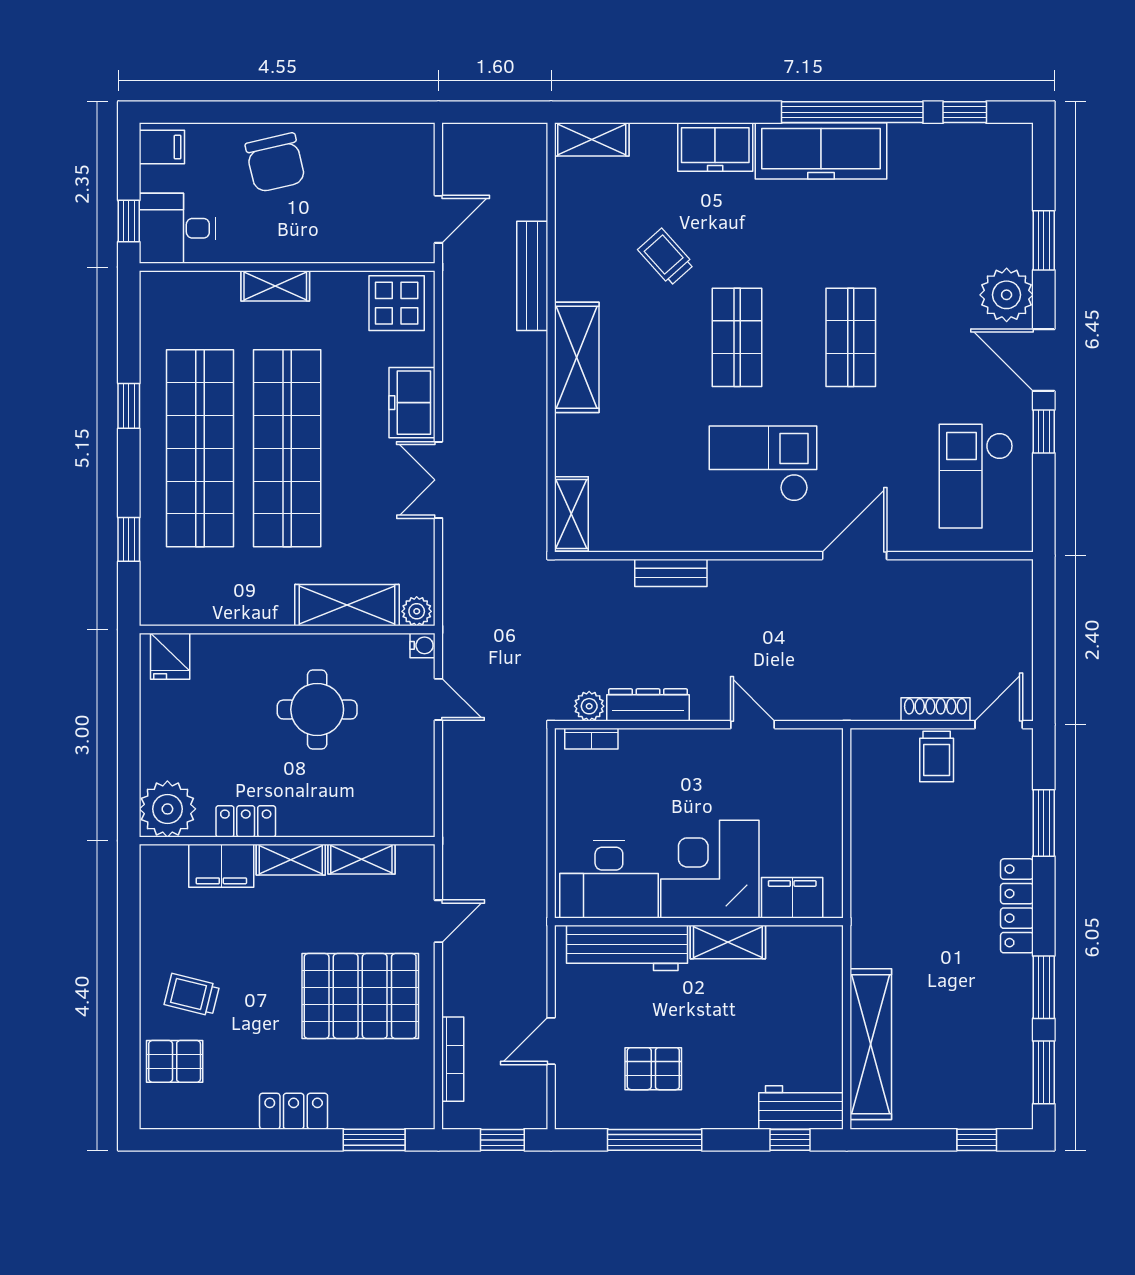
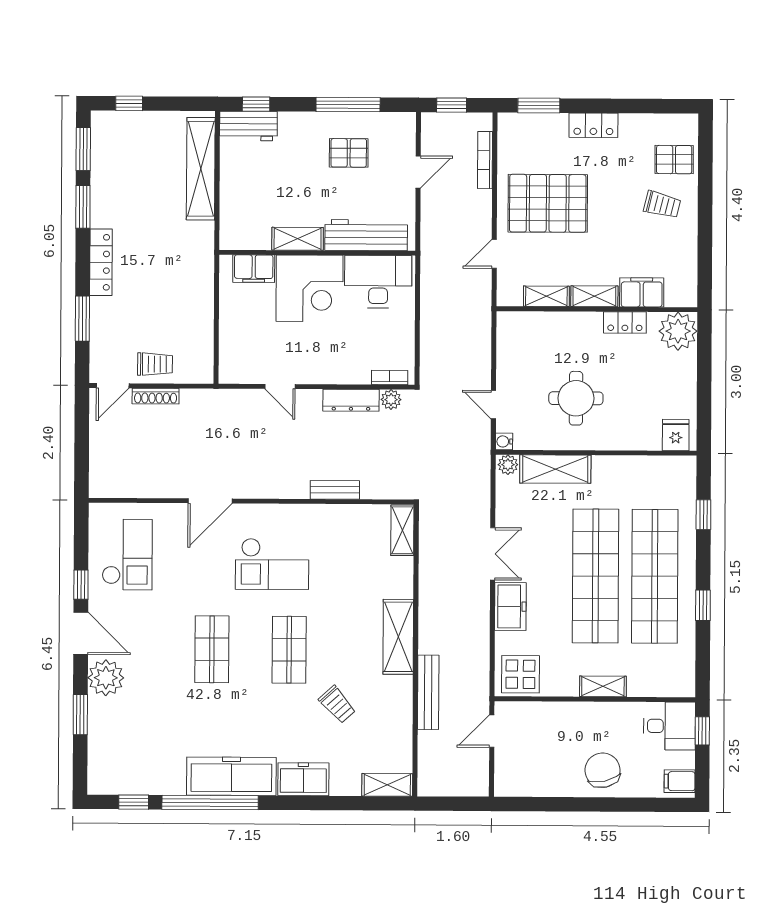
trolley: (937, 756) -> (155, 364), turned 90

